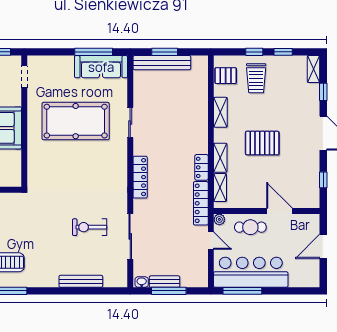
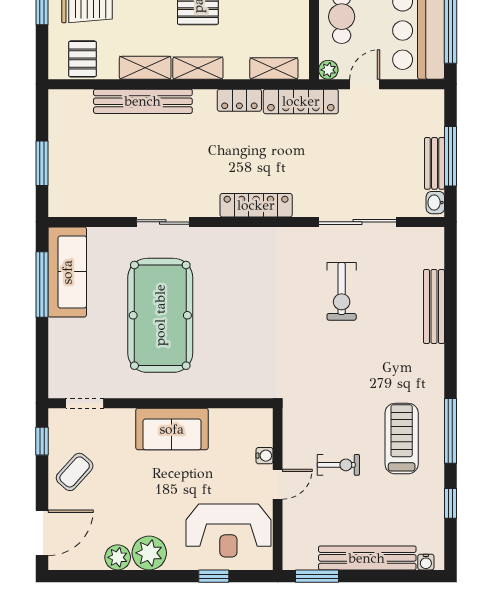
bench: (162, 63) -> (143, 101), moved, turned 90
shelving: (220, 158) -> (198, 68), moved

